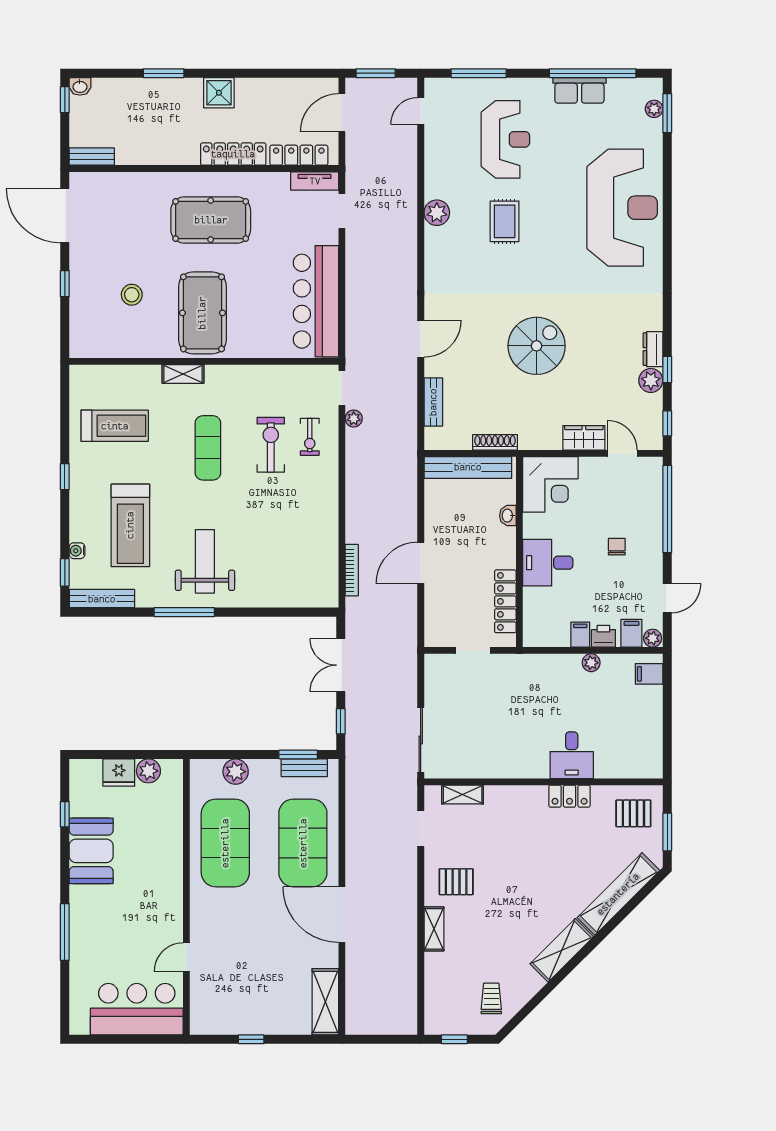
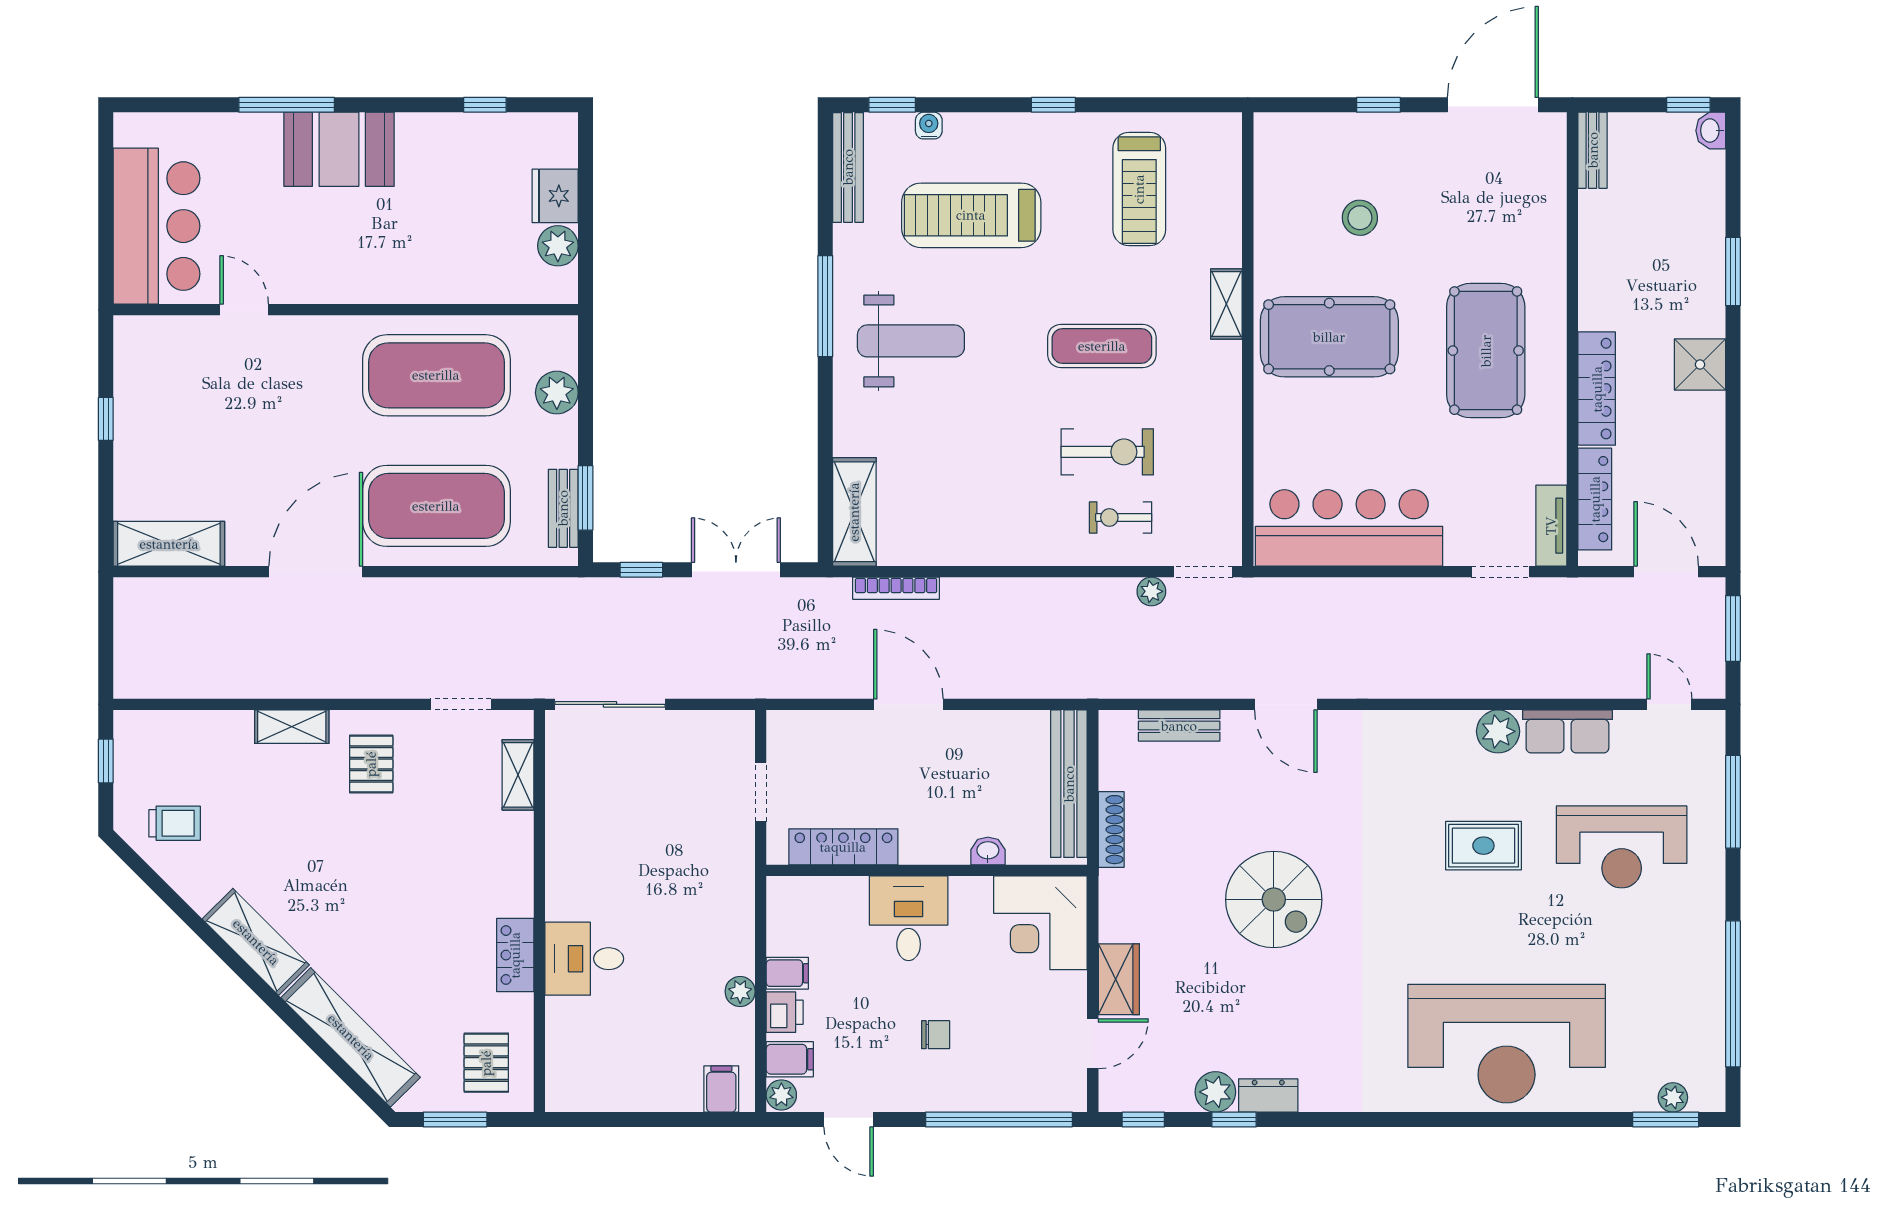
row of seats: (579, 90) -> (1567, 731), moved, turned -90
shelving: (306, 595) -> (854, 512), added
booth: (91, 851) -> (339, 149), moved

